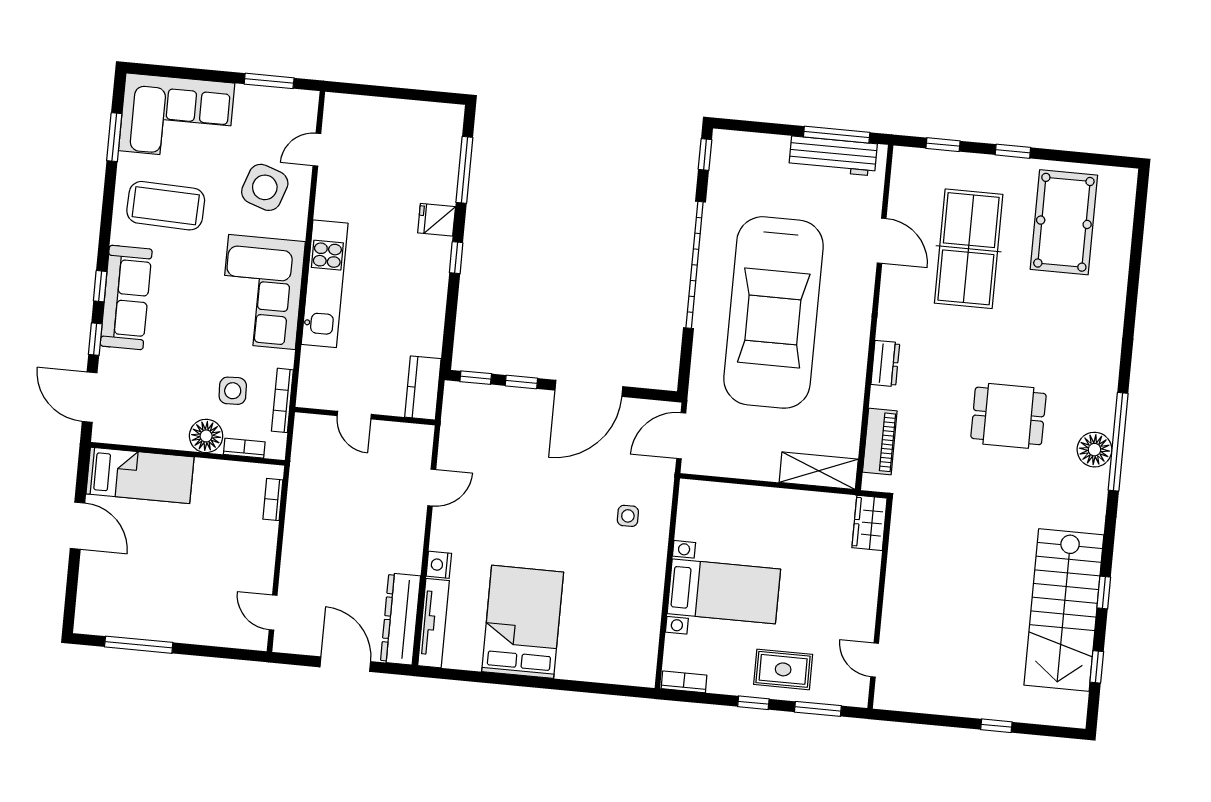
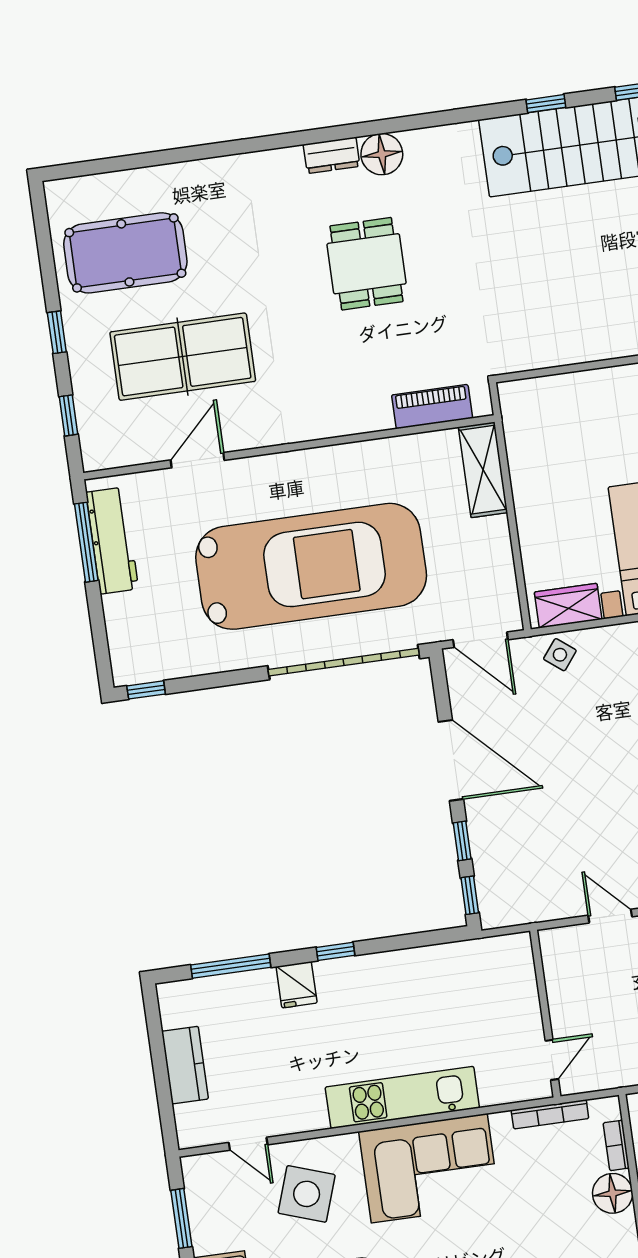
garage door: (695, 265) -> (344, 662), moved
dresser: (885, 363) -> (332, 155), moved, turned 180
kitchen counter: (423, 388) -> (185, 1065), moved, turned -90
side table: (233, 391) -> (552, 1175), removed
door: (354, 415) -> (552, 1060), moved
window: (1118, 442) -> (366, 129), removed
side table: (628, 516) -> (560, 655), moved, turned 38
wardrobe: (870, 523) -> (568, 606), moved, turned 180

